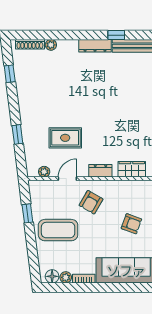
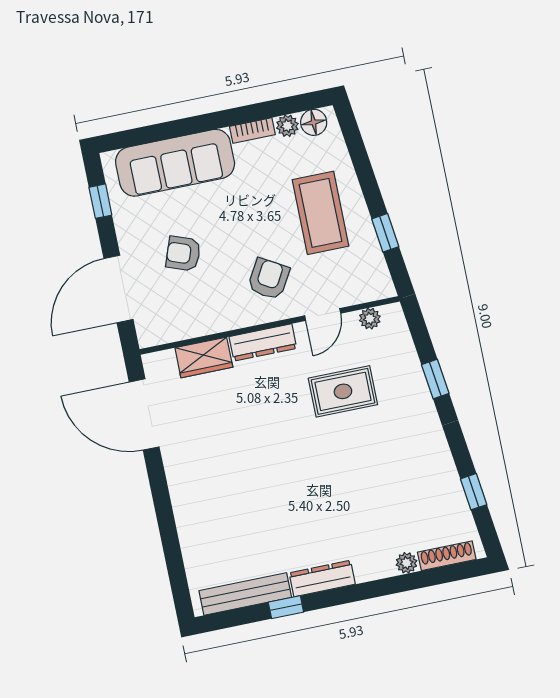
dresser: (100, 171) -> (263, 342), width x1.44
coffee table: (58, 230) -> (320, 213), turned 90

